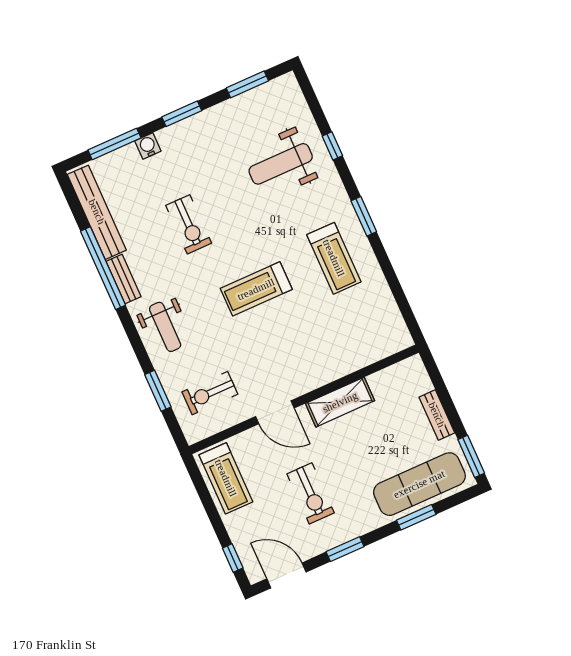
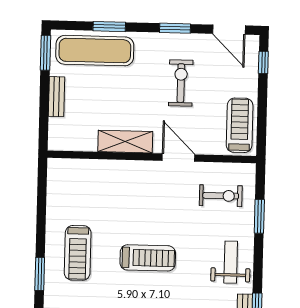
treadmill: (334, 258) -> (78, 253), turned 180

